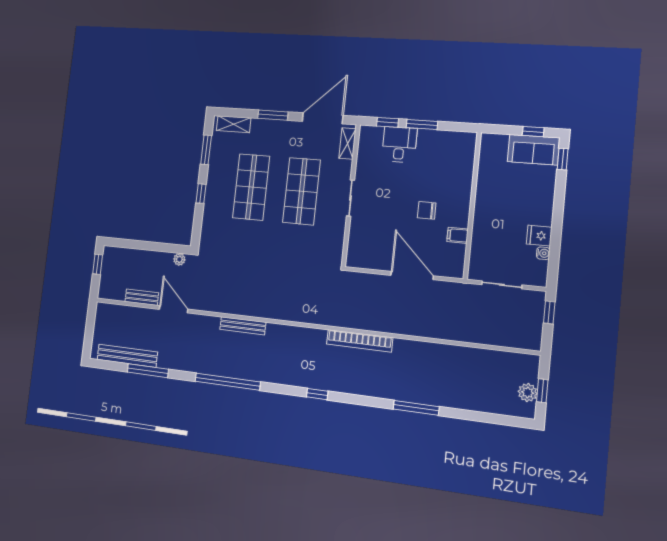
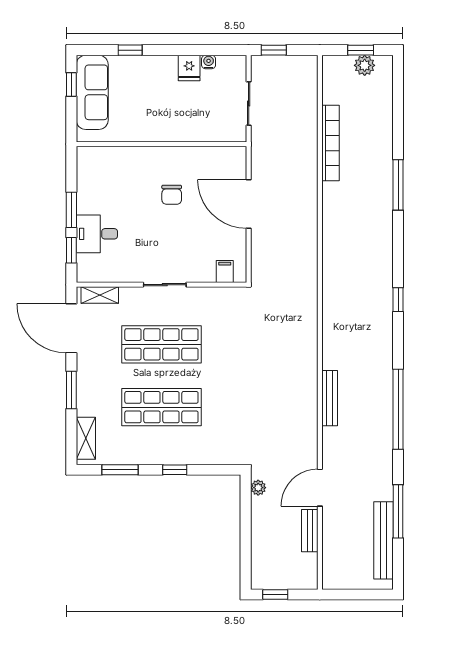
sofa: (533, 150) -> (92, 92), width x1.36
window: (563, 159) -> (130, 50), moved
filing cabinet: (458, 235) -> (225, 272), moved, turned 180
door: (412, 276) -> (249, 204), hinge flipped
bookcase: (360, 341) -> (330, 143), moved

